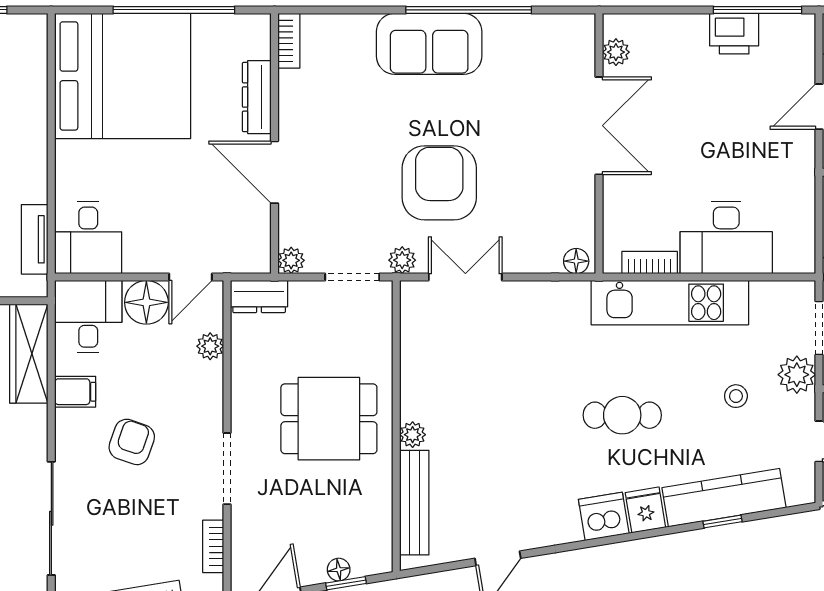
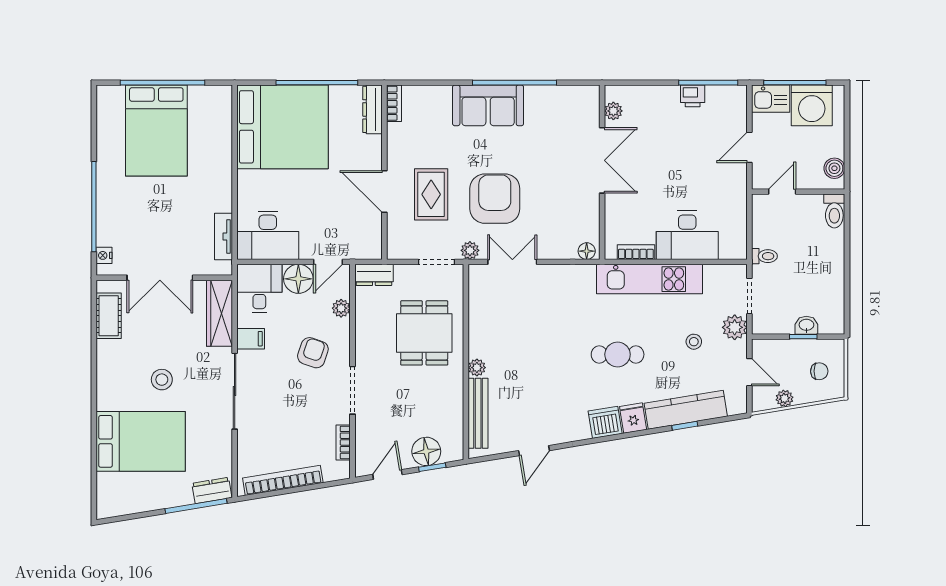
printer: (734, 34) -> (693, 96), width x0.73, depth x0.81
dresser: (257, 97) -> (372, 109), moved
rug: (344, 176) -> (431, 194), added
desk: (88, 238) -> (268, 235), width x1.37
plant: (291, 260) -> (395, 251), removed
dining table: (329, 419) -> (424, 333), moved, turned 90
armchair: (132, 442) -> (313, 353), moved
sliding door: (51, 518) -> (235, 391), moved
floor lamp: (339, 570) -> (426, 451), width x1.89, depth x1.89

